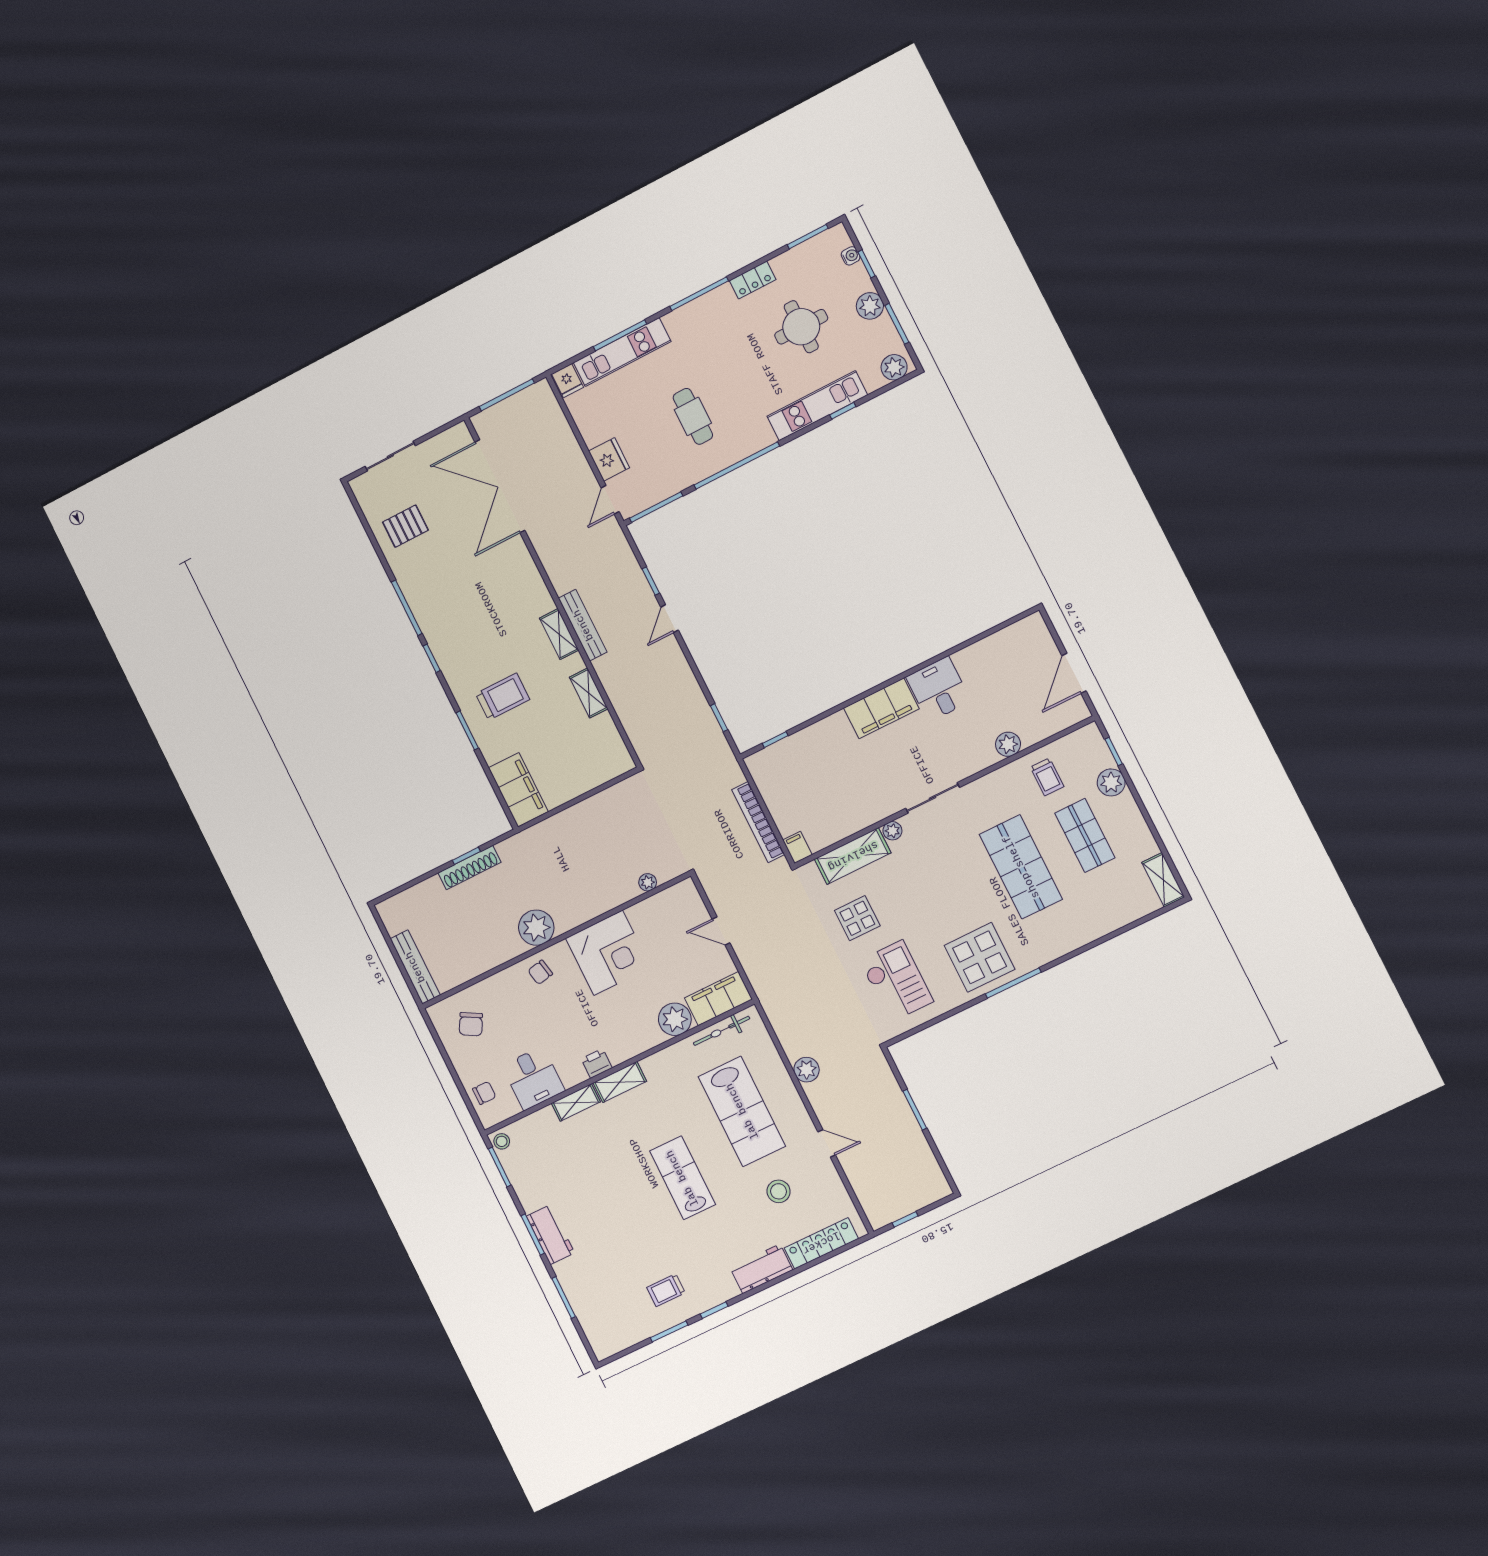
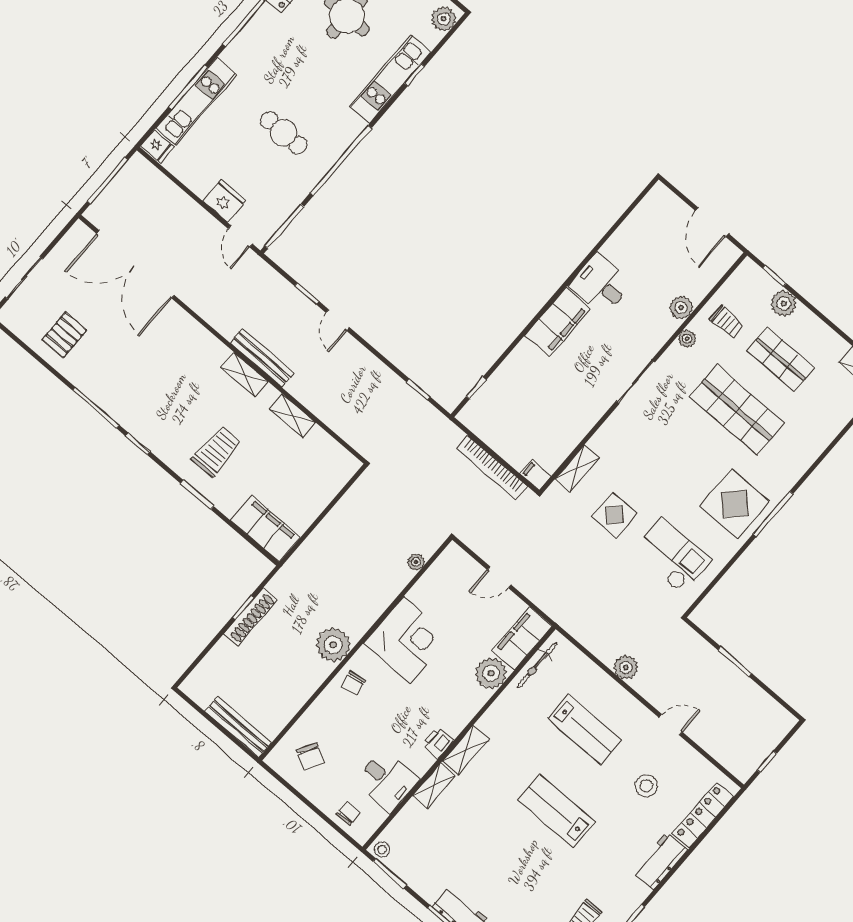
plant: (892, 831) -> (687, 339), moved
shelving: (853, 856) -> (577, 468), width x0.67, depth x0.75
lab bench: (742, 1111) -> (585, 729), width x0.73, depth x0.72

